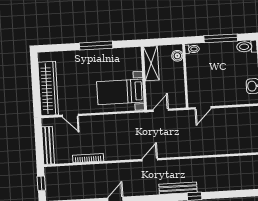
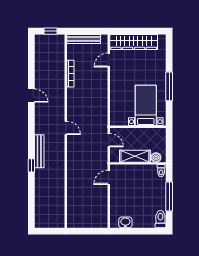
shelving: (151, 63) -> (135, 156), moved
bed with nightstands: (120, 92) -> (146, 105), moved
door: (203, 108) -> (109, 177), hinge flipped

